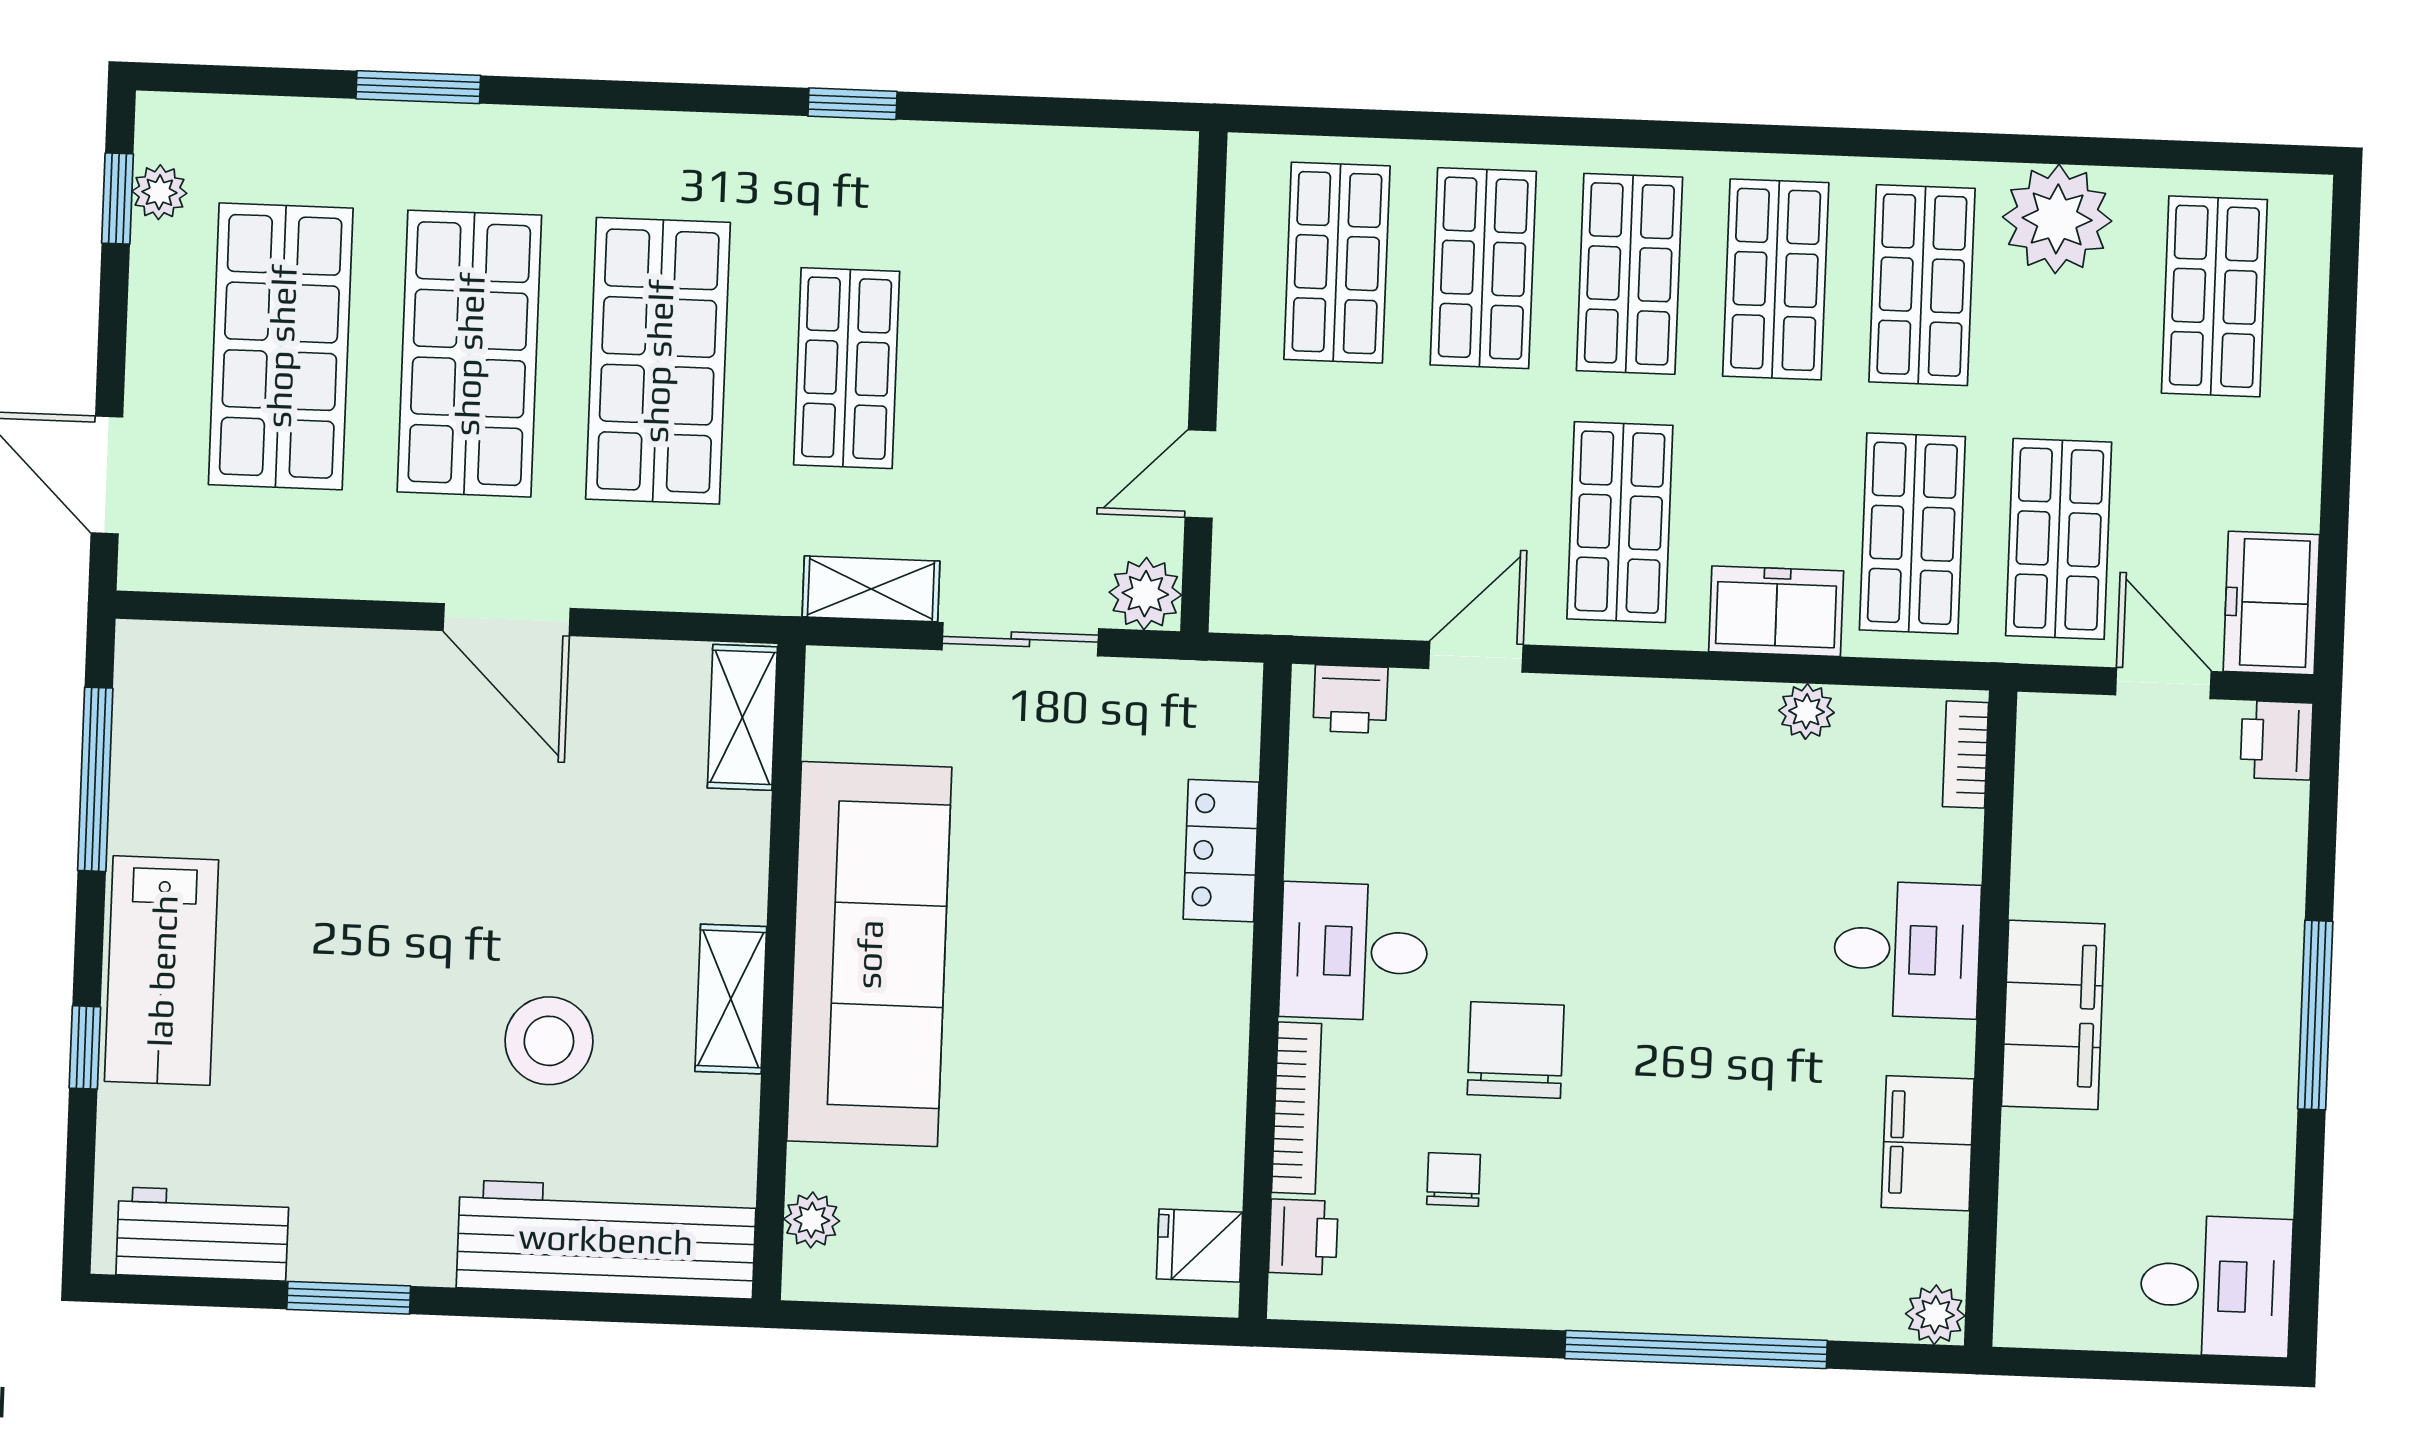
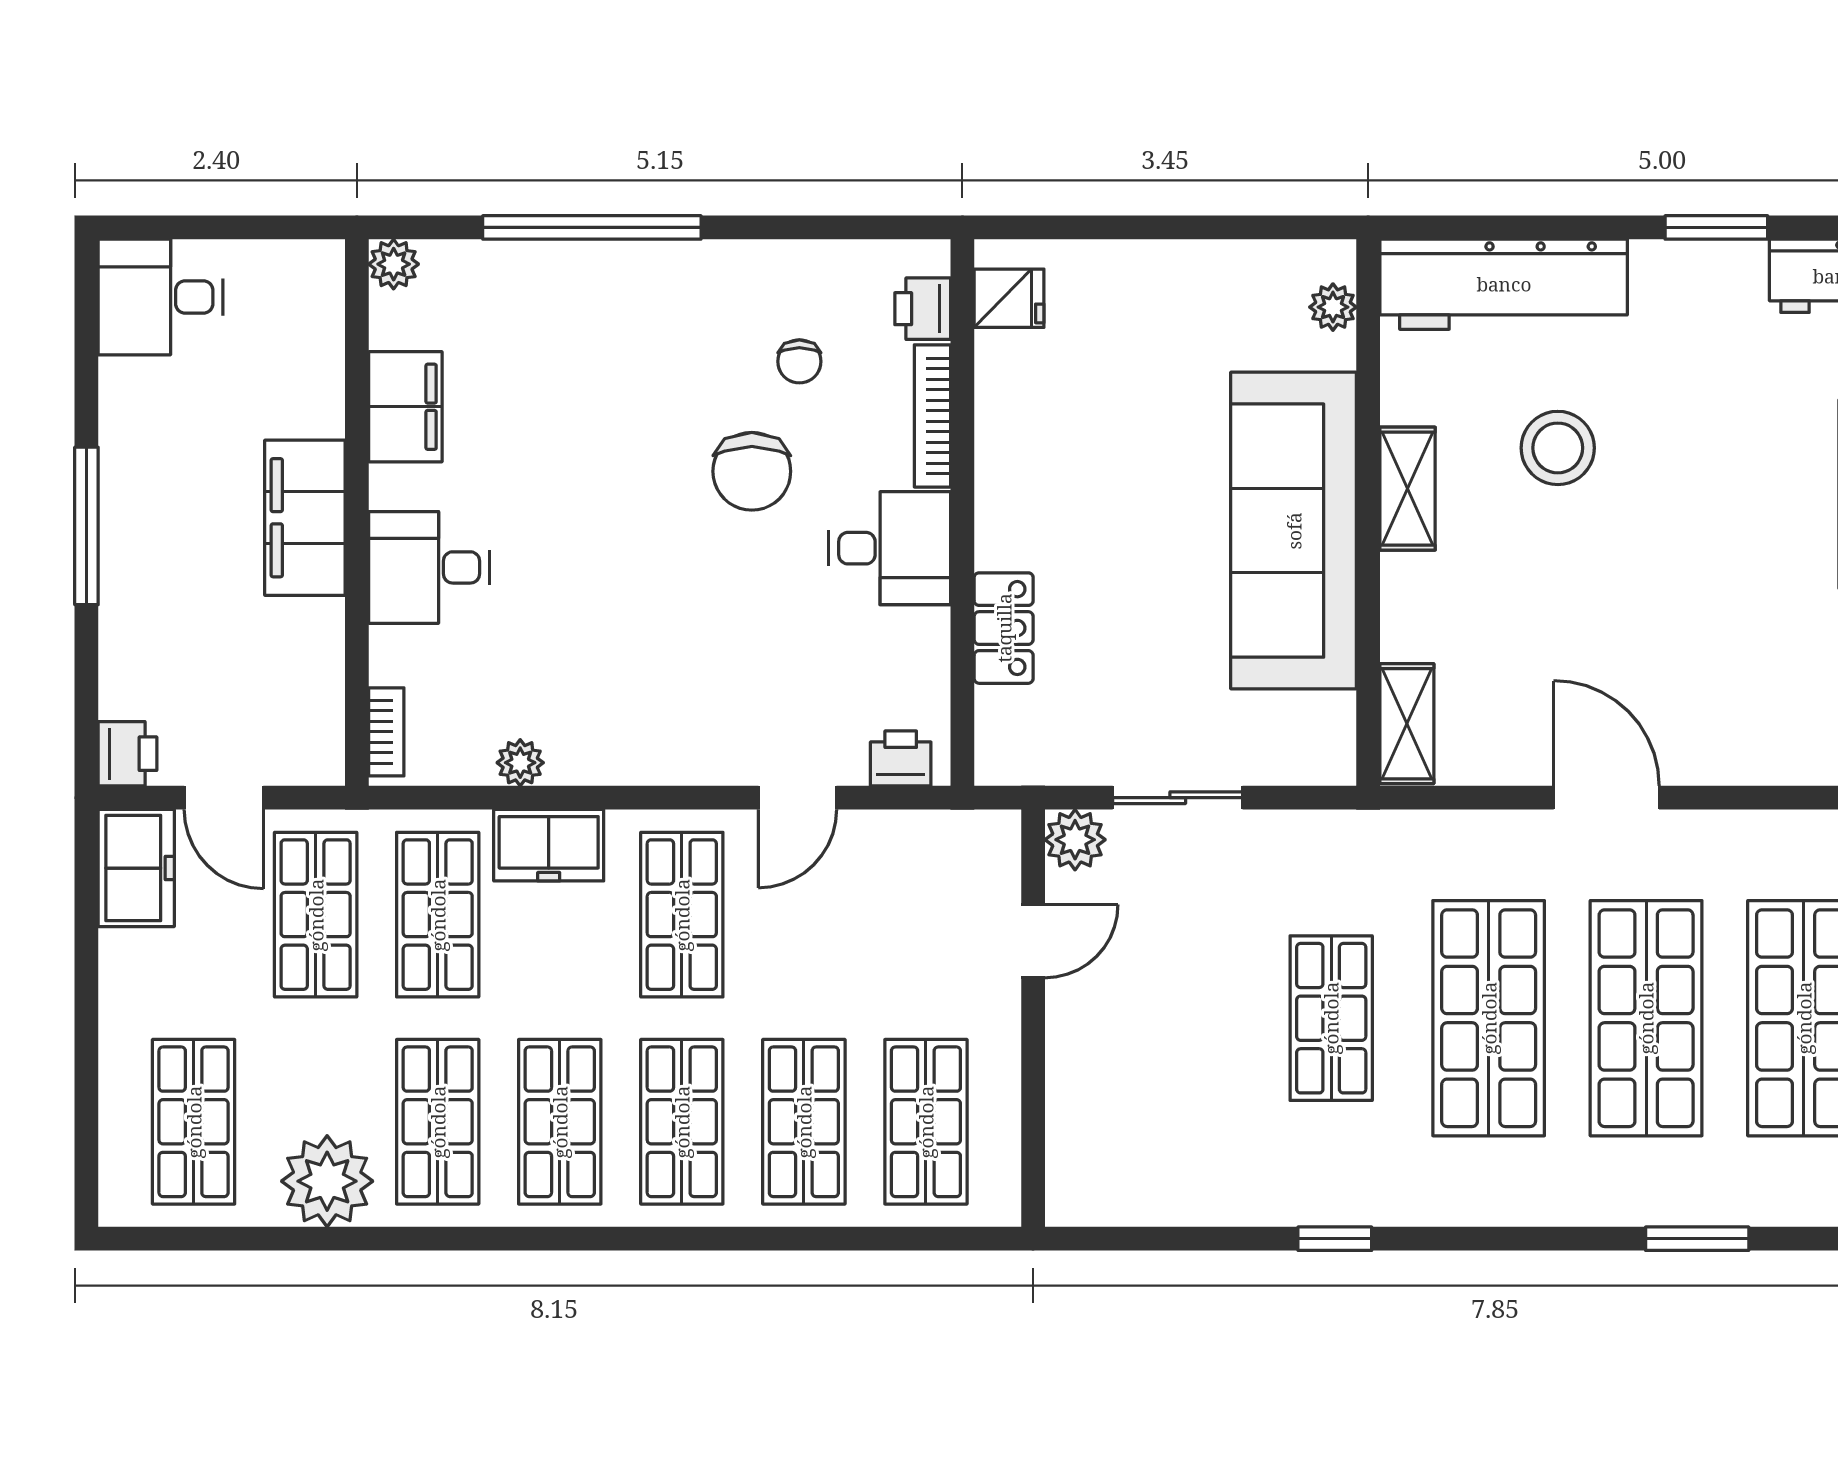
shelving: (871, 589) -> (1304, 835), removed

